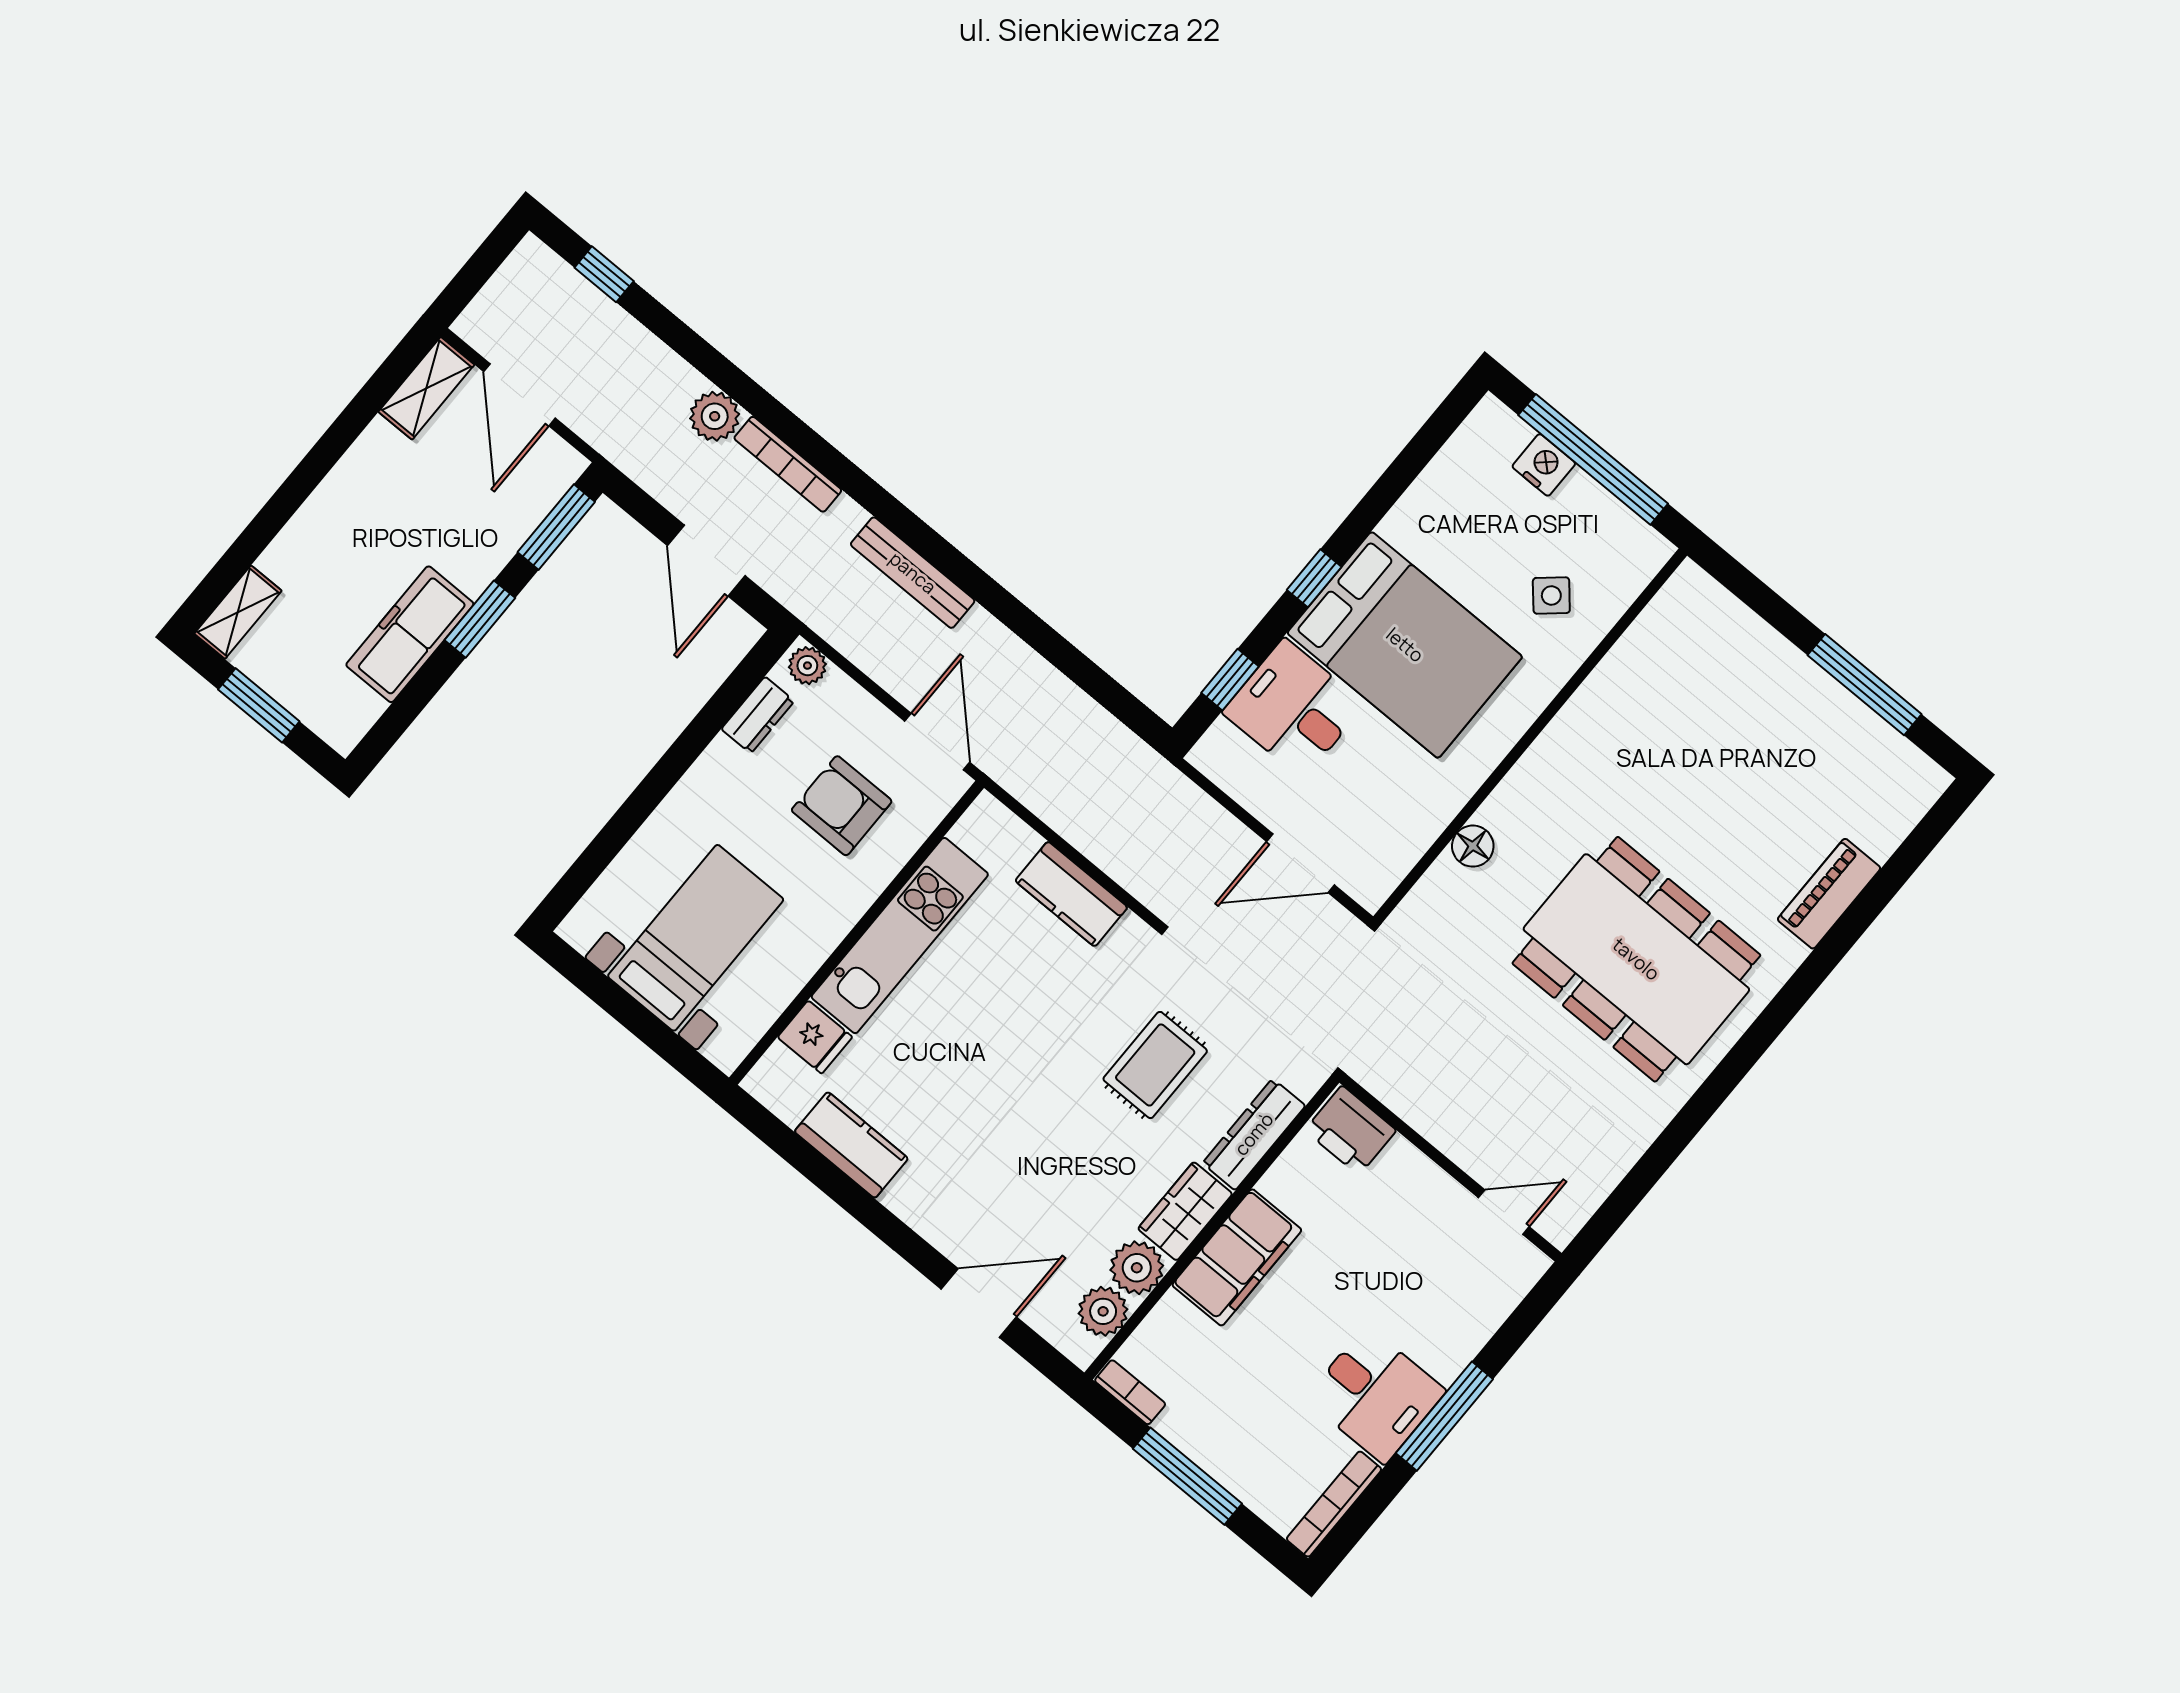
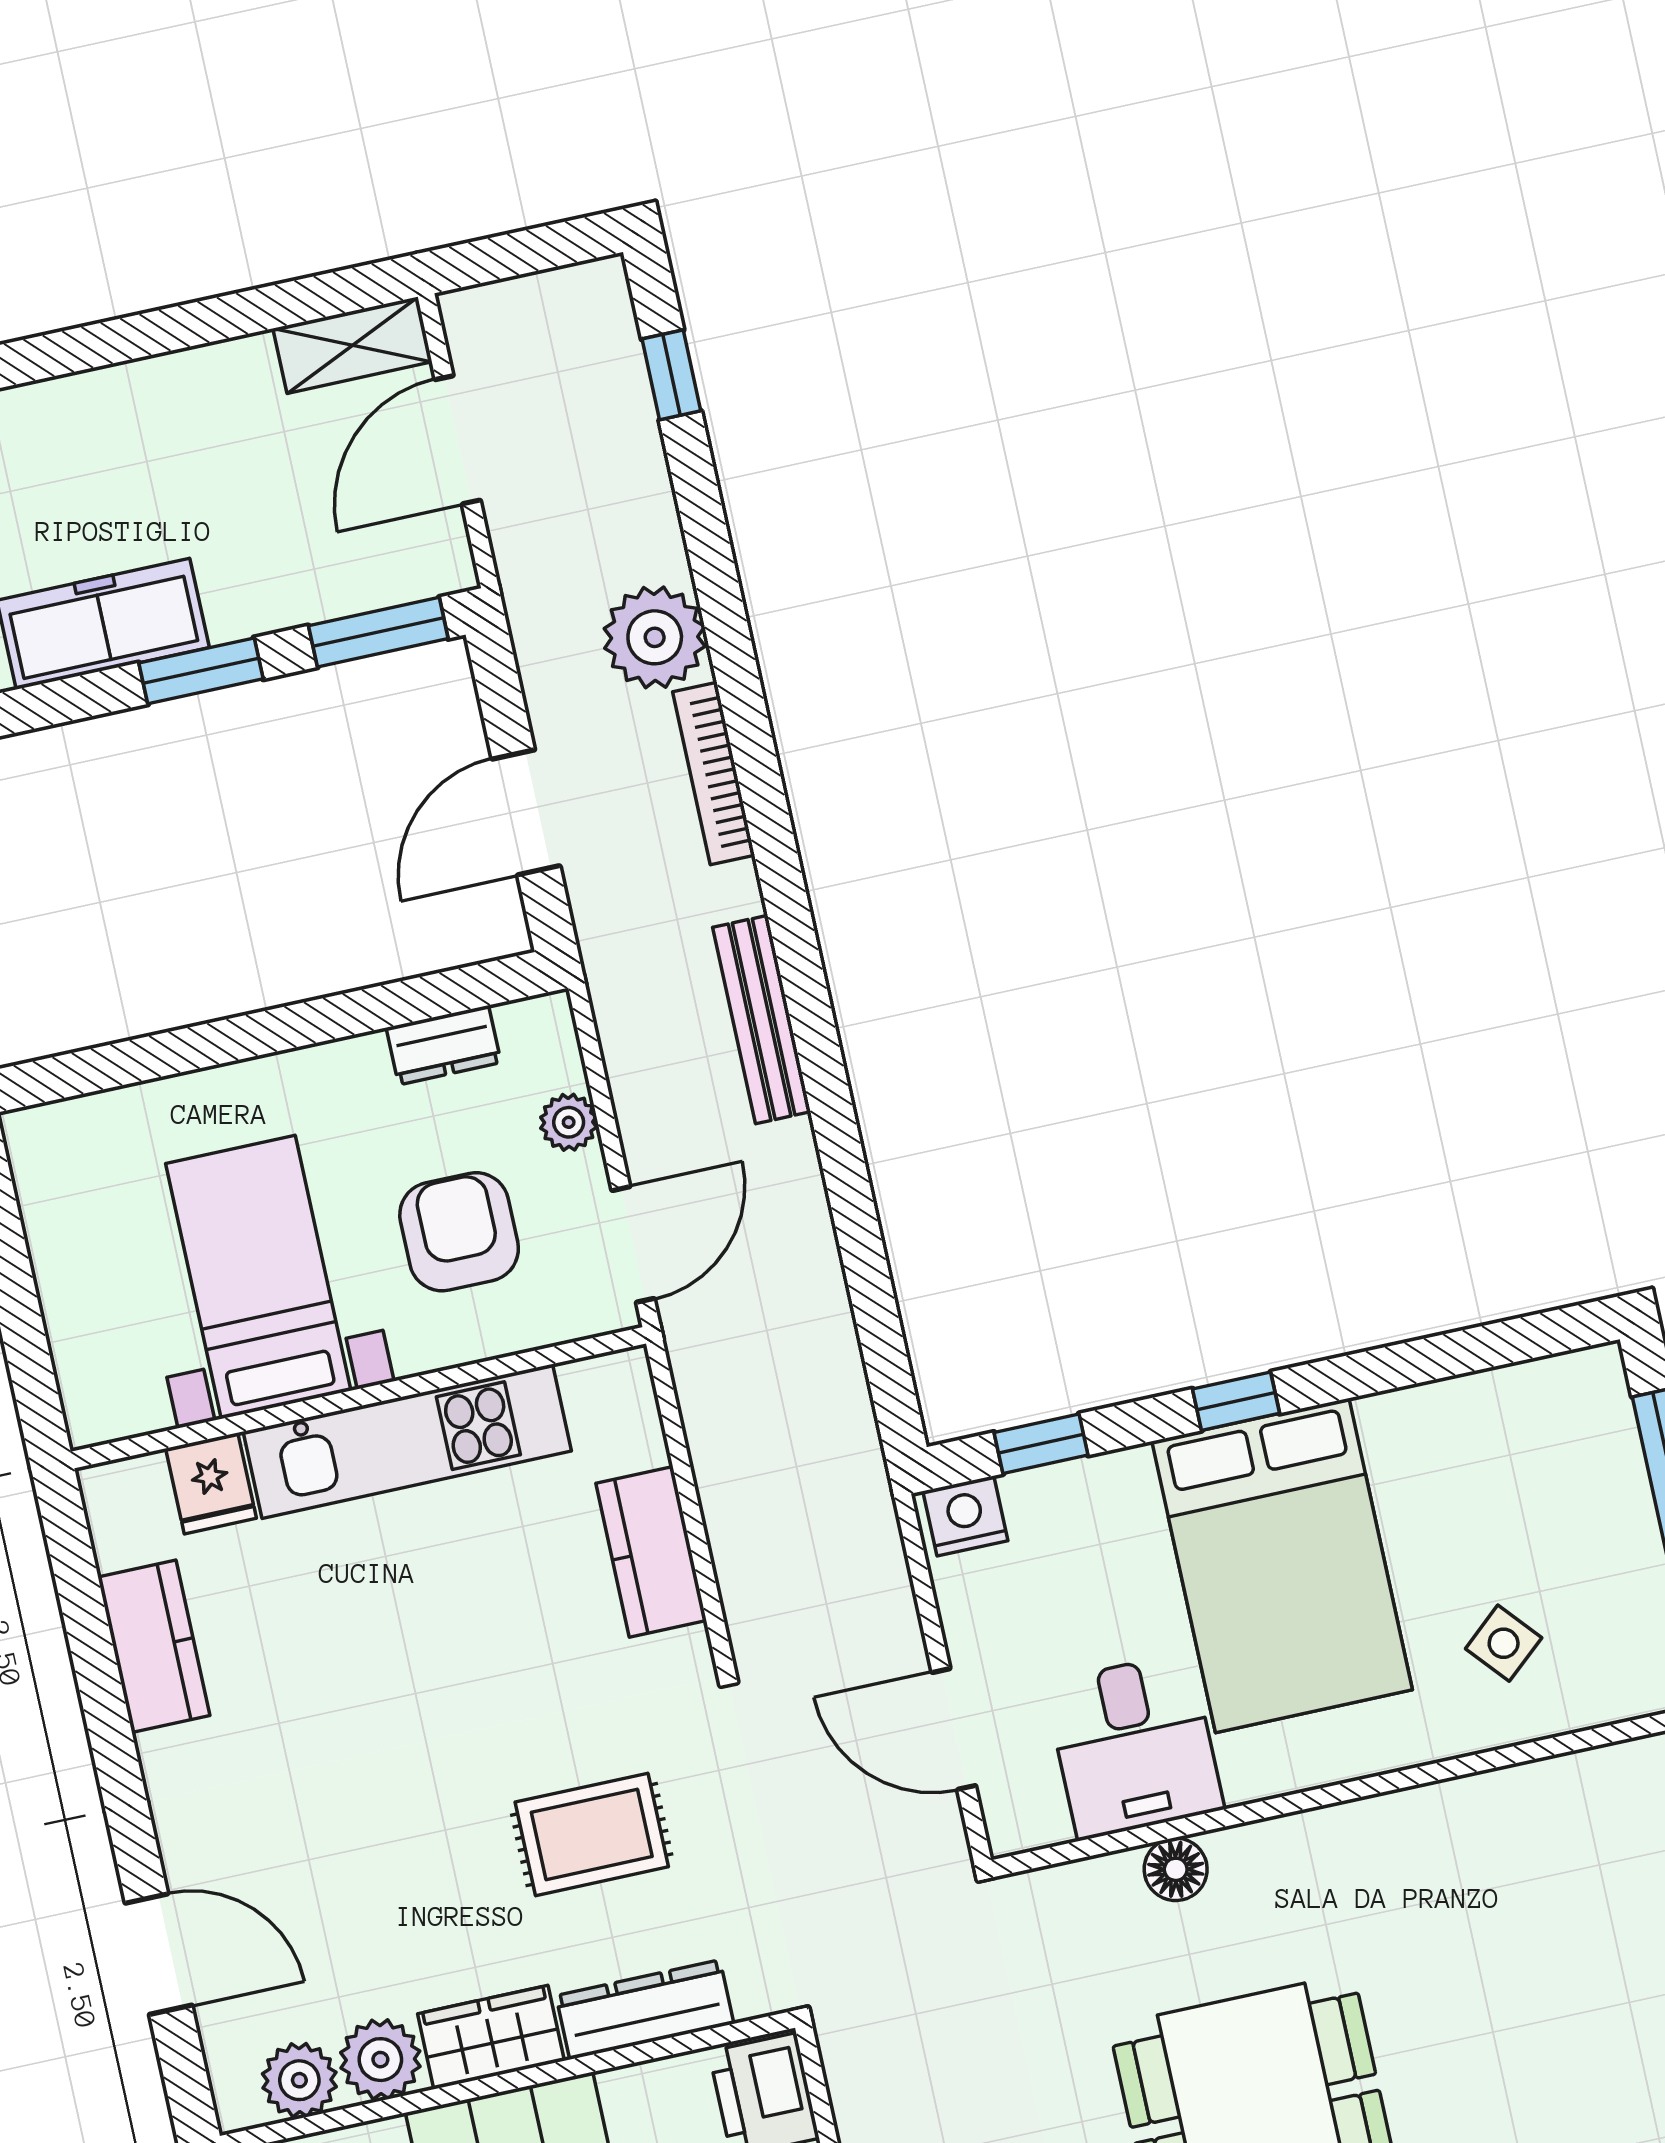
plant: (715, 416) -> (655, 637), width x1.36, depth x1.36
nightstand: (1544, 465) -> (965, 1516), moved, turned -90
plant: (807, 666) -> (569, 1122), moved
desk: (1294, 709) -> (1134, 1746), moved, turned 180
bed with nightstands: (696, 938) -> (258, 1277), moved, turned -90

